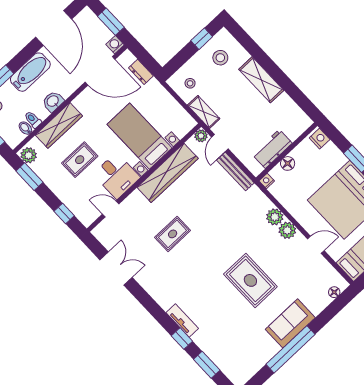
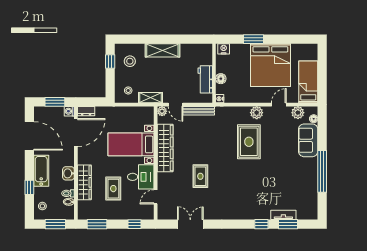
dresser: (141, 72) -> (86, 111), moved
plant: (29, 155) -> (85, 214), removed
plant: (275, 217) -> (298, 113), moved
rug: (250, 280) -> (249, 142), moved, turned 90
tv unit: (182, 321) -> (283, 215), moved
sofa: (290, 323) -> (308, 140), moved

